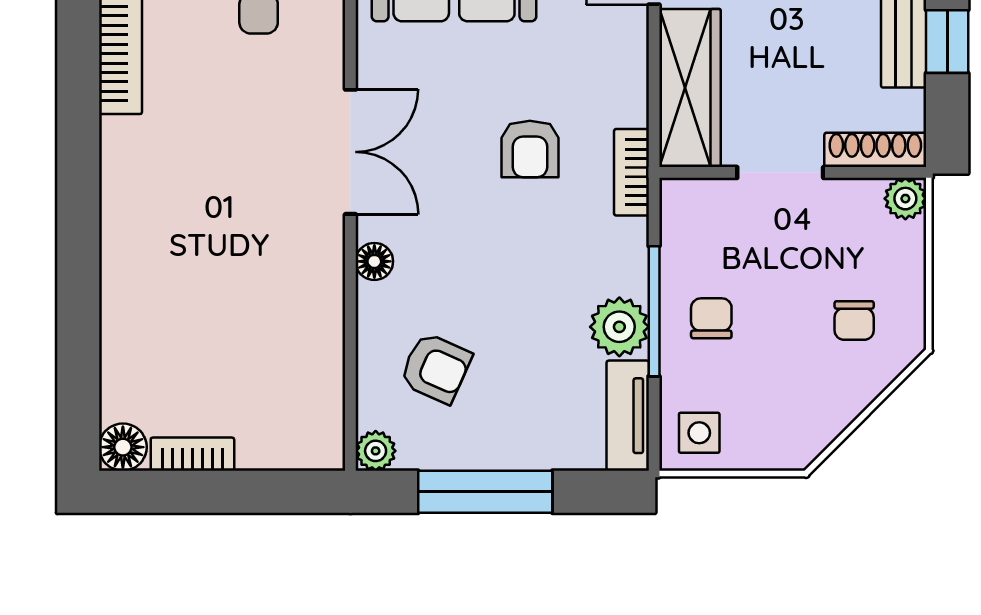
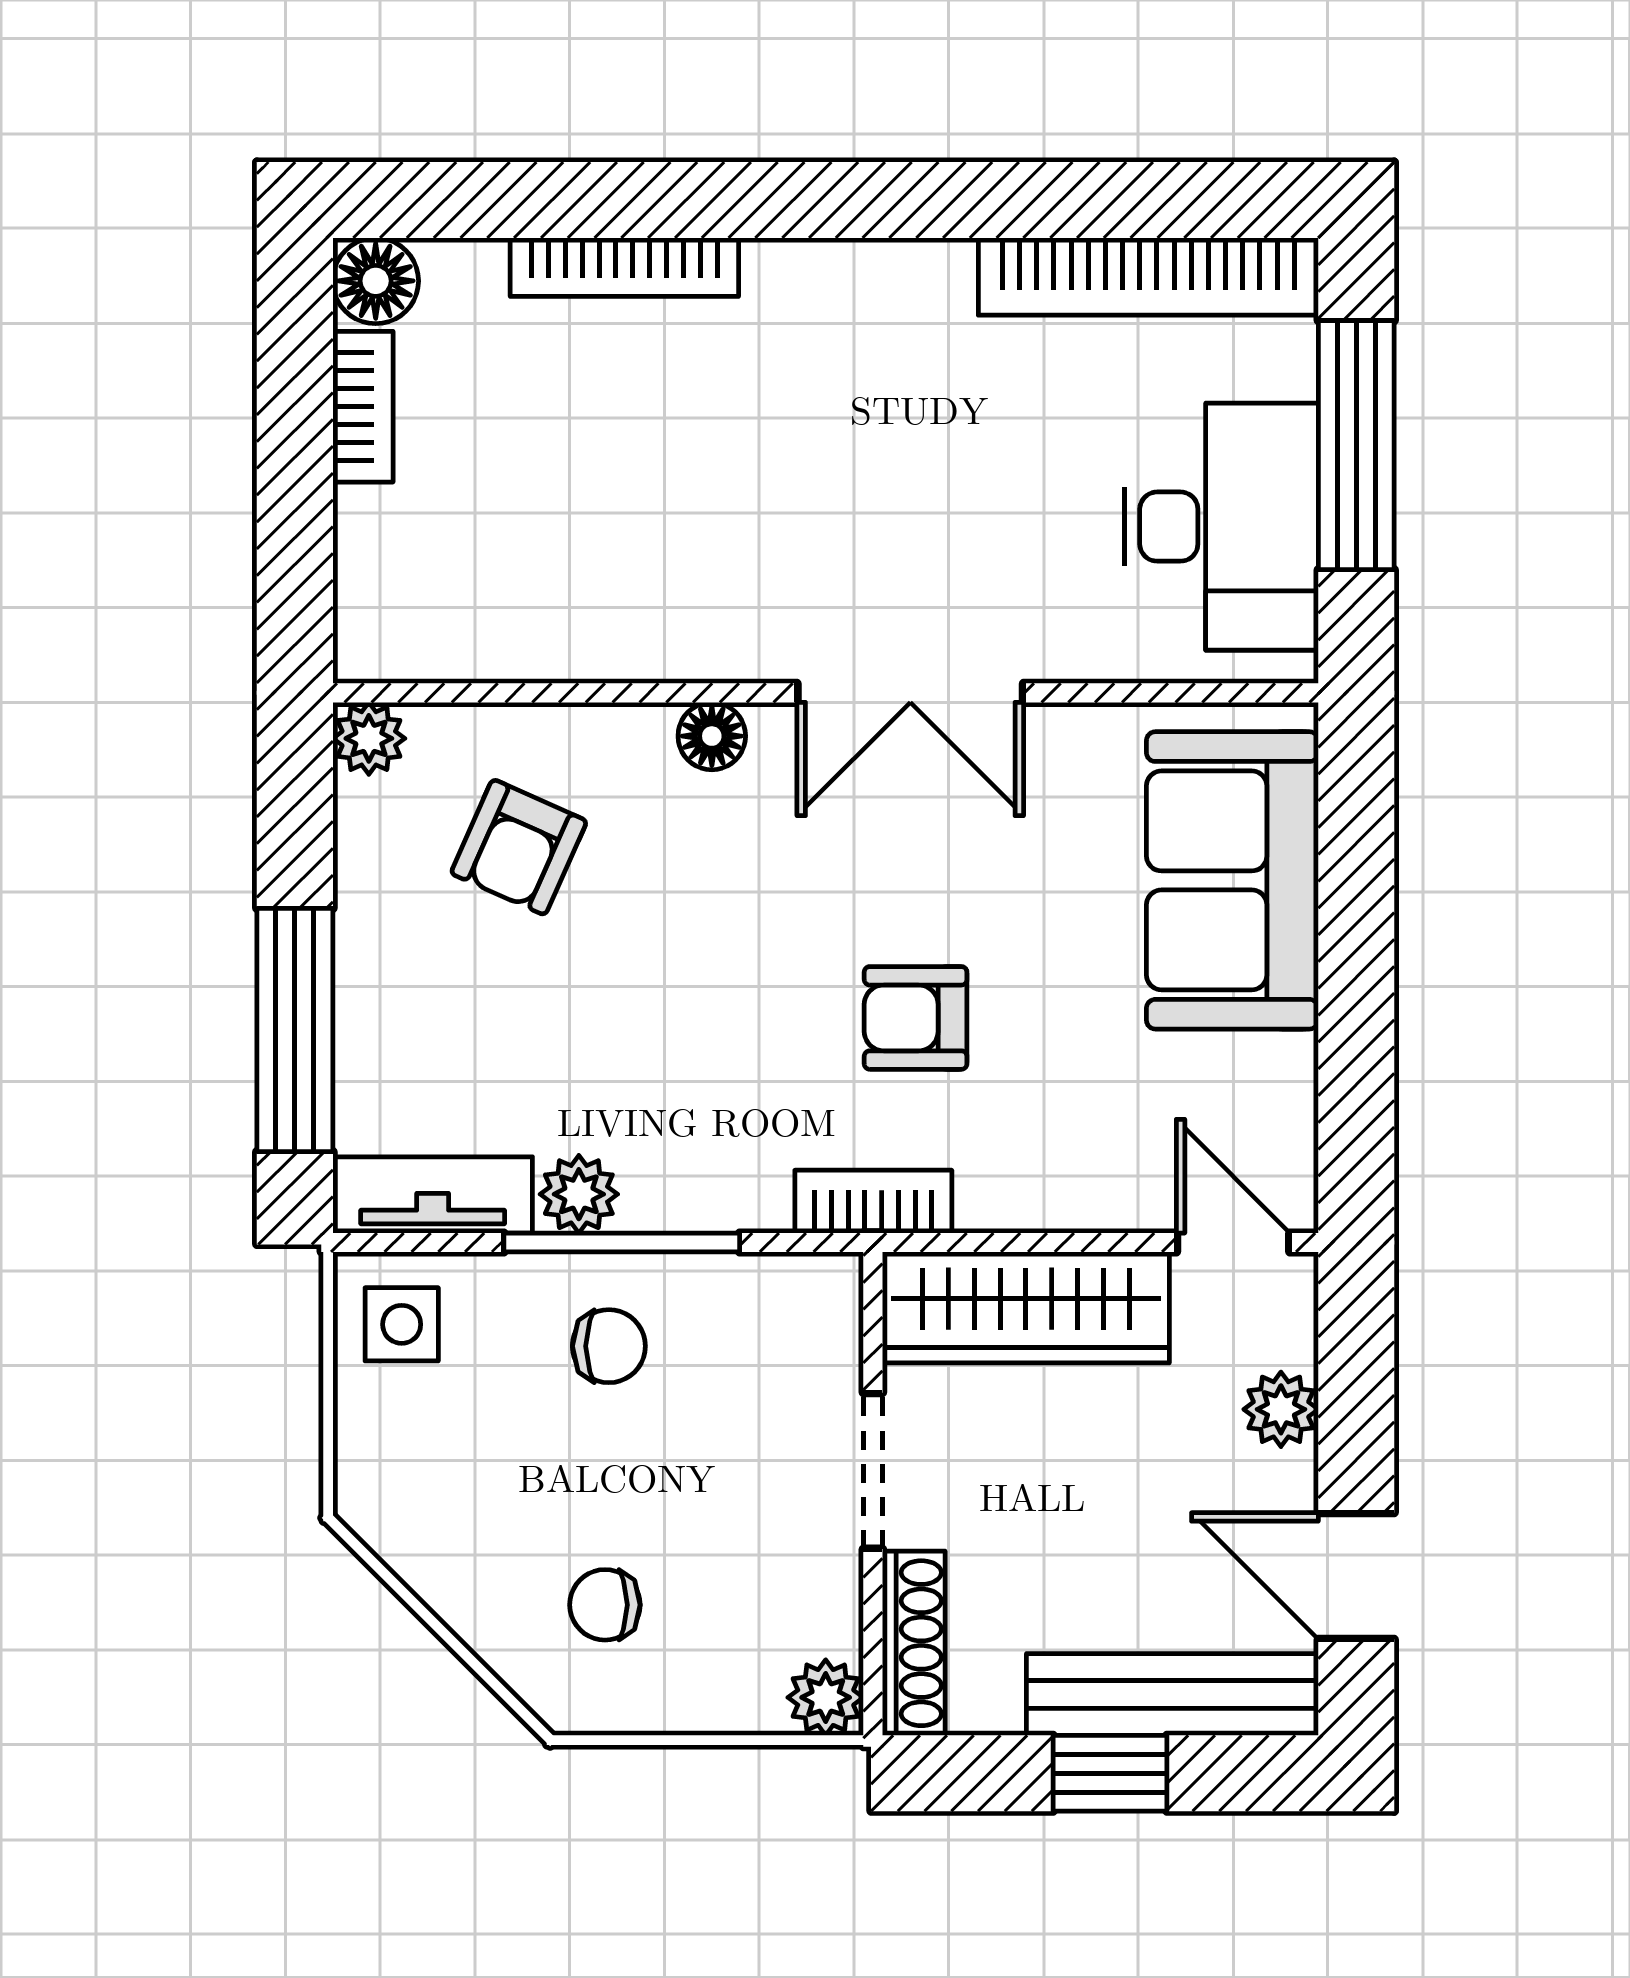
bookcase: (115, 310) -> (624, 267), added
plant: (619, 327) -> (579, 1194), width x0.73, depth x0.73
window: (485, 492) -> (295, 1030), moved

